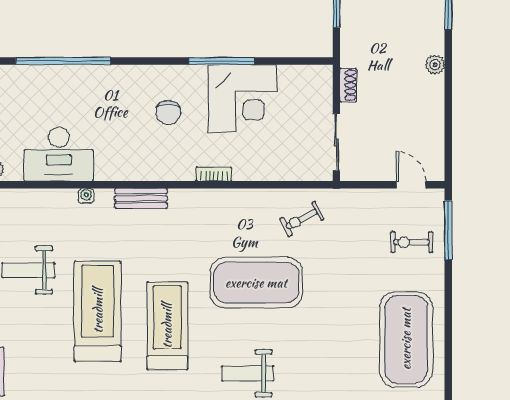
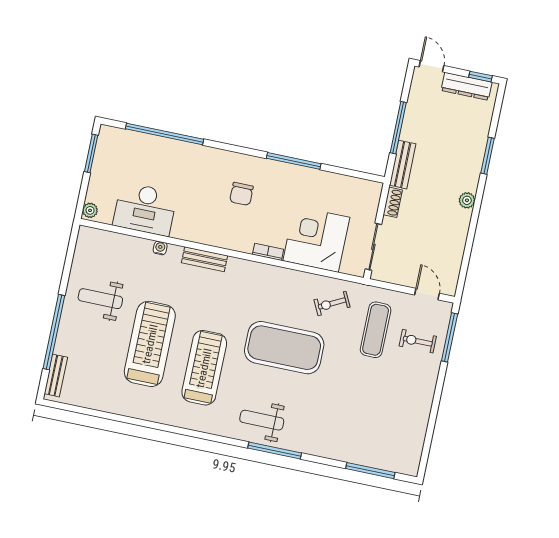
bench: (351, 38) -> (403, 165), added
corner desk: (242, 99) -> (316, 239), moved, turned 180
exercise mat: (406, 339) -> (376, 330), moved, width x0.50, depth x0.69

